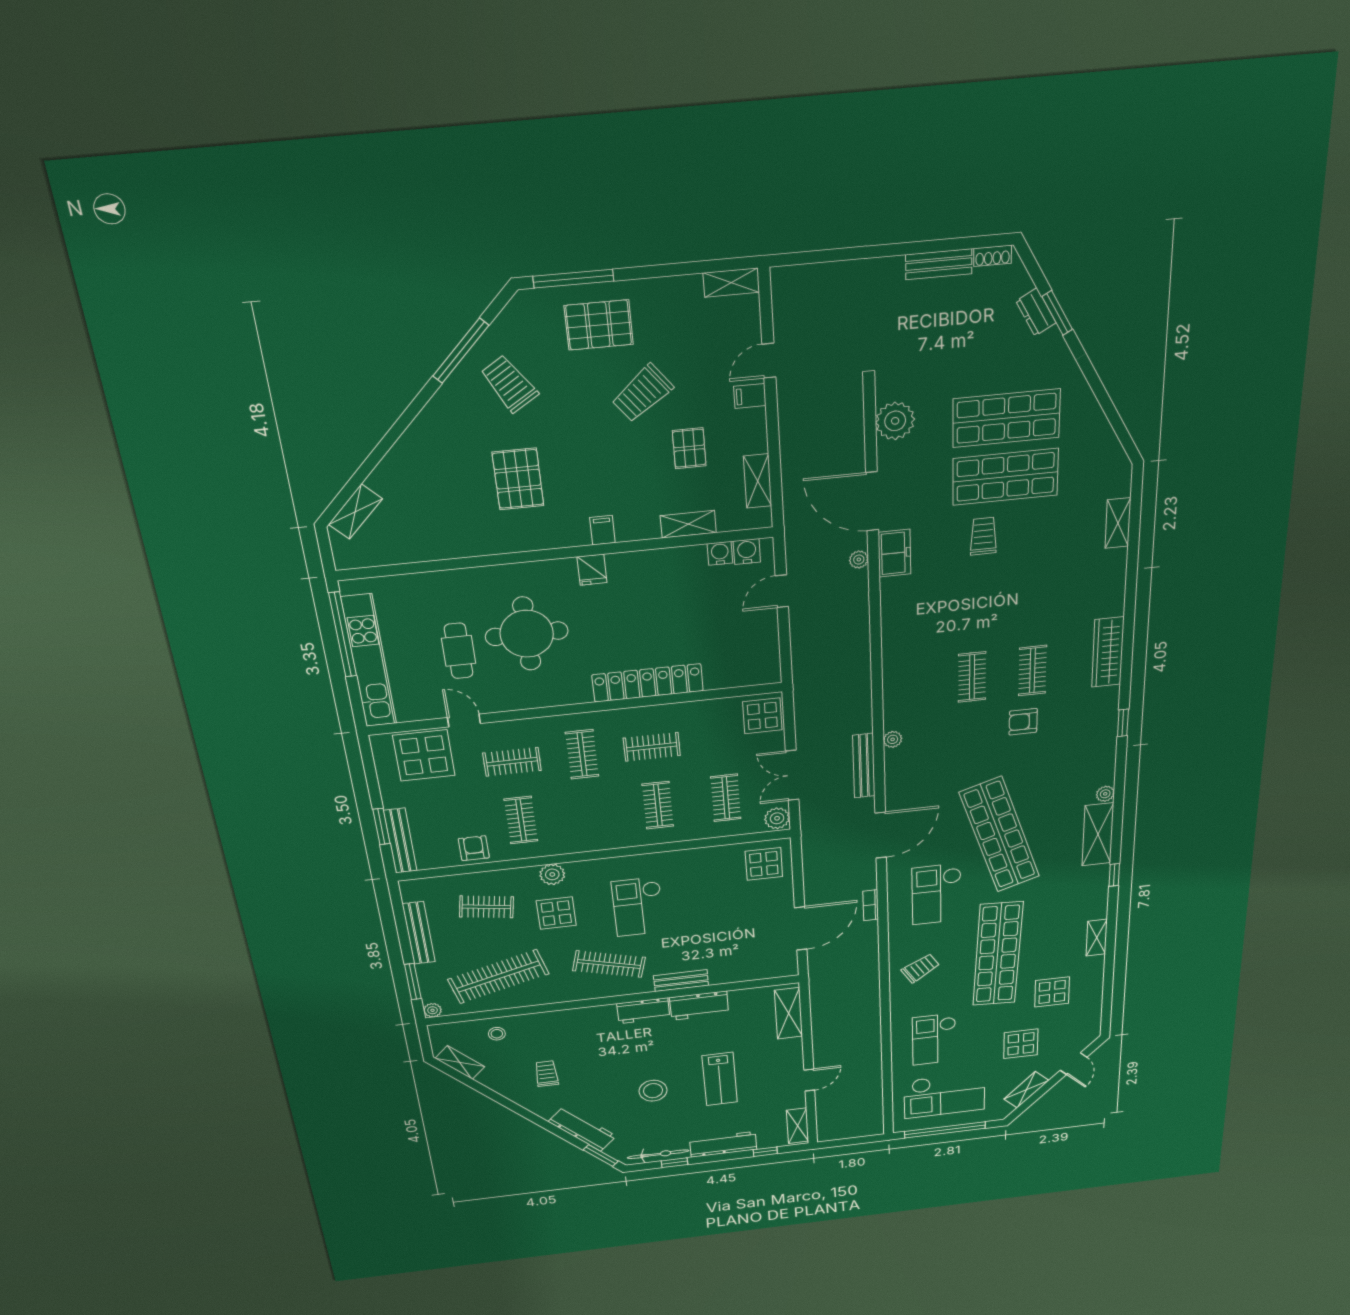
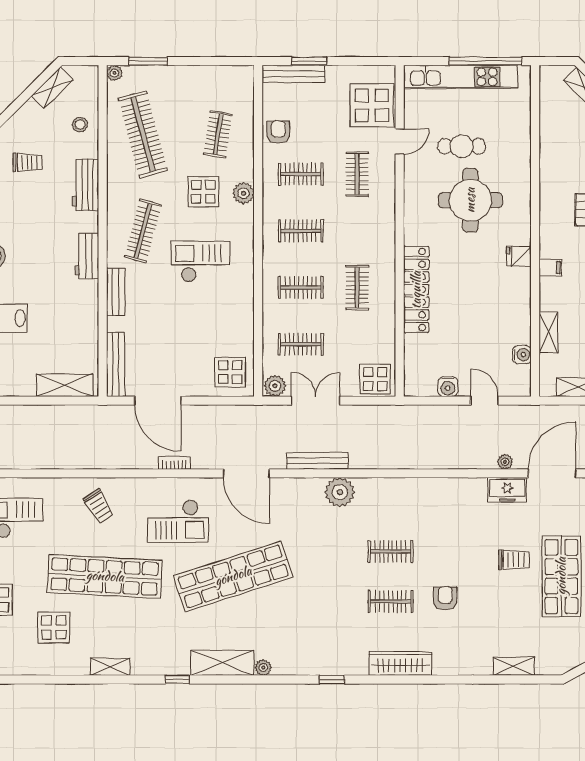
water cooler: (747, 551) -> (448, 387), moved, turned 90
armchair: (1023, 722) -> (445, 598), moved
plant: (893, 739) -> (340, 492), width x1.88, depth x1.88
clothes rail: (582, 754) -> (301, 231), moved
armchair: (474, 848) -> (278, 132), turned -90
checkout: (937, 894) -> (178, 521), turned 180
bench: (419, 933) -> (116, 364), moved, turned 90
workbench: (699, 1006) -> (85, 185), moved

